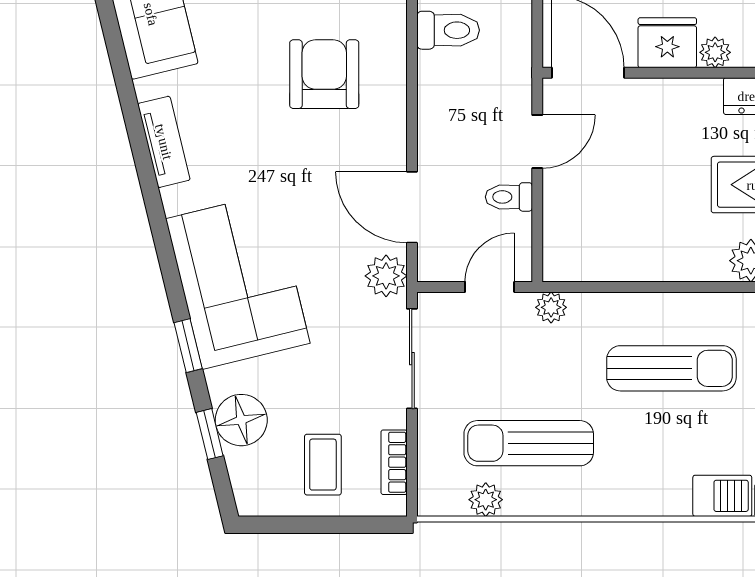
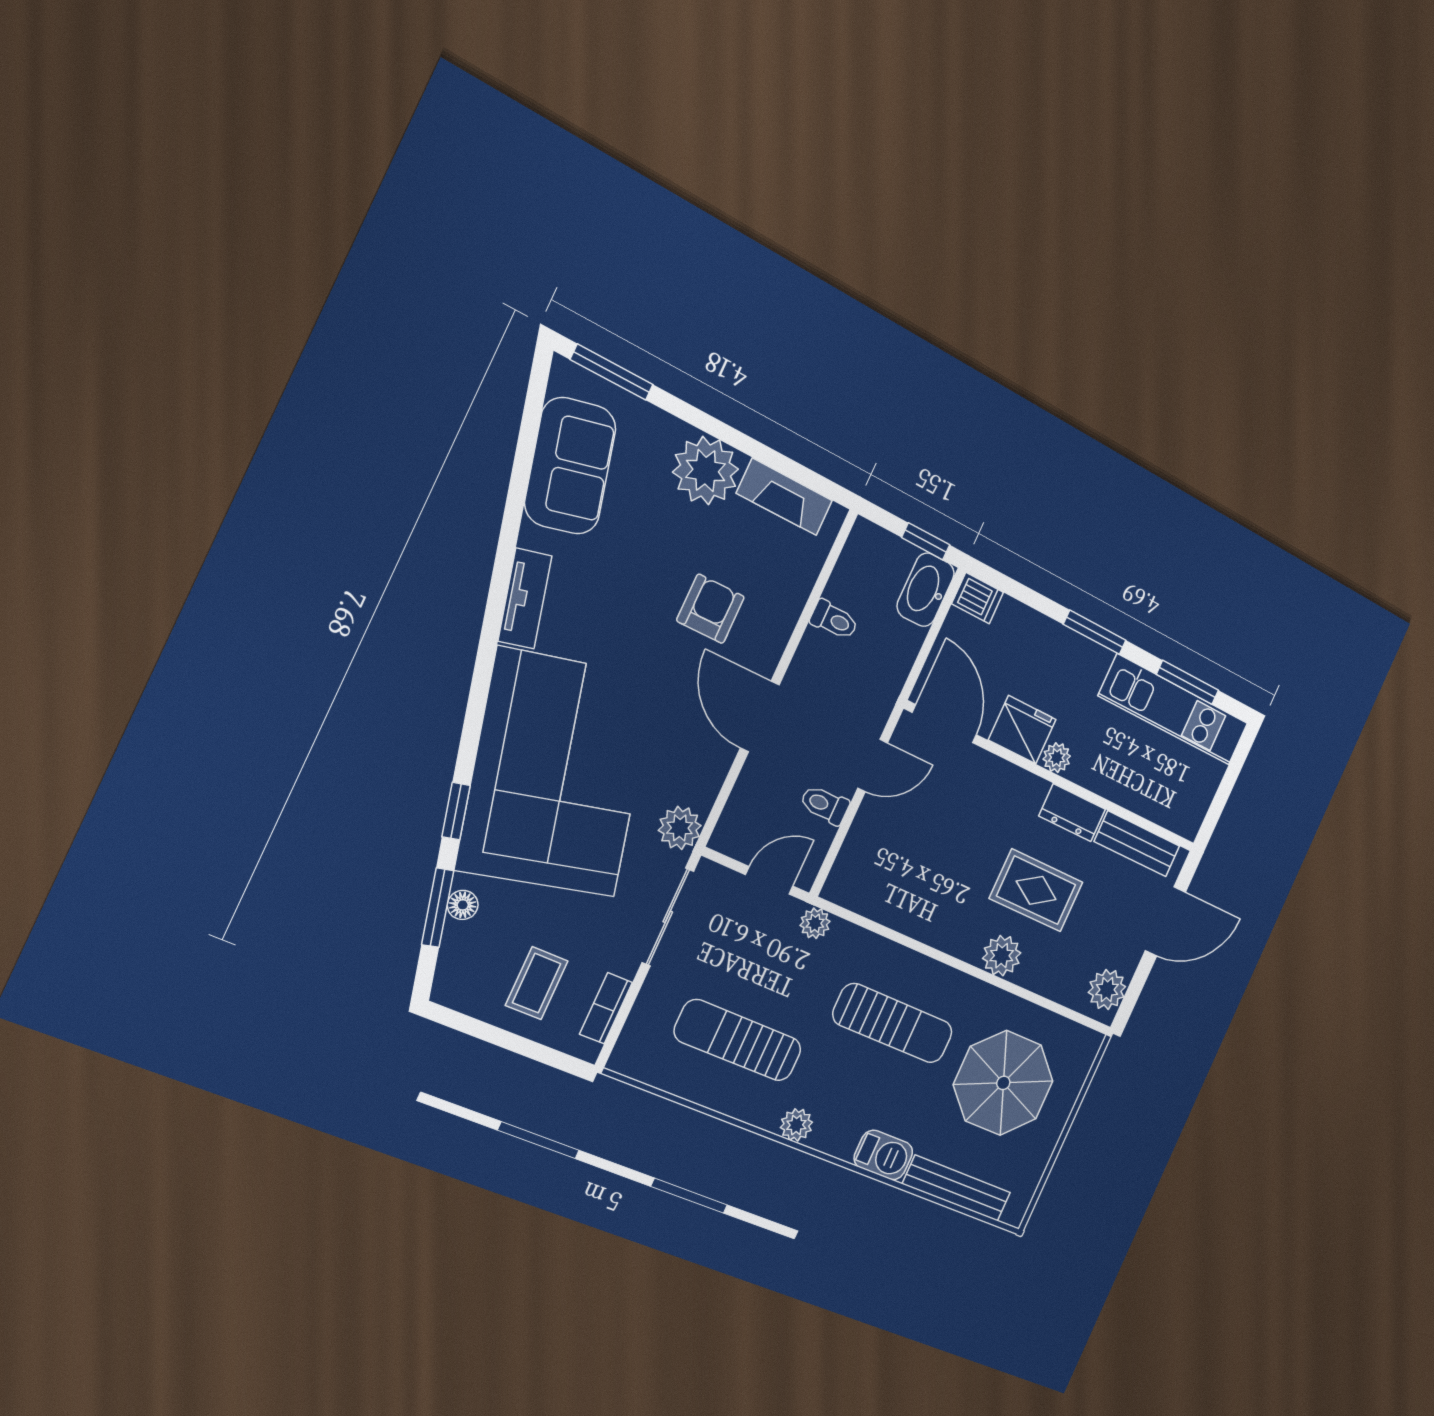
toilet: (448, 30) -> (834, 620), width x0.73, depth x0.72
armchair: (324, 74) -> (710, 609), width x0.72, depth x0.72
door: (412, 207) -> (760, 716), moved
corner sofa: (238, 281) -> (557, 773), width x1.36, depth x1.36
floor lamp: (241, 420) -> (463, 905), width x0.53, depth x0.53
window: (210, 434) -> (438, 908), width x1.50
plant: (486, 500) -> (796, 1125), moved

